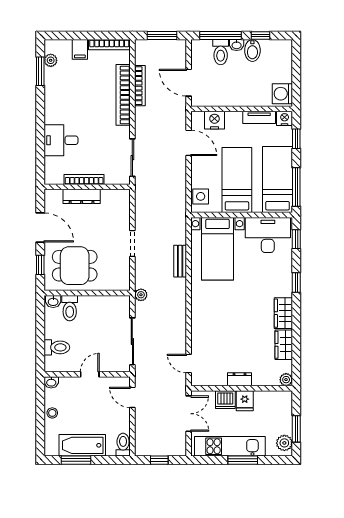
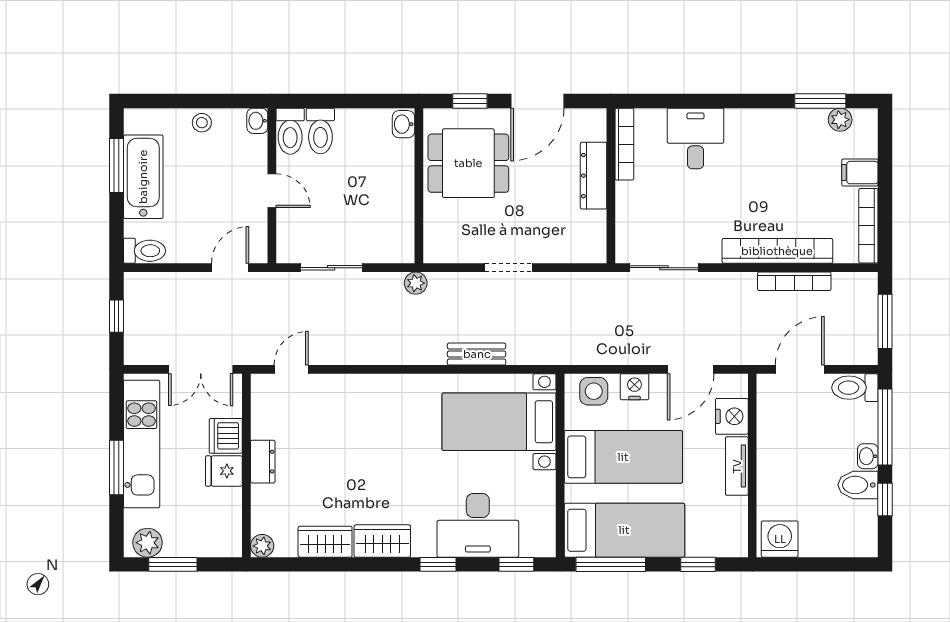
toilet: (221, 52) -> (855, 388), moved
tv unit: (259, 117) -> (737, 466), moved
nightstand: (285, 118) -> (635, 387), moved, turned -90
bookcase: (84, 179) -> (624, 144), moved
desk: (268, 235) -> (478, 525), moved, turned 90
dining table: (75, 266) -> (468, 163), turned 90
toilet: (70, 308) -> (290, 131), moved, turned -90
sliding door: (132, 341) -> (331, 268), width x0.73

